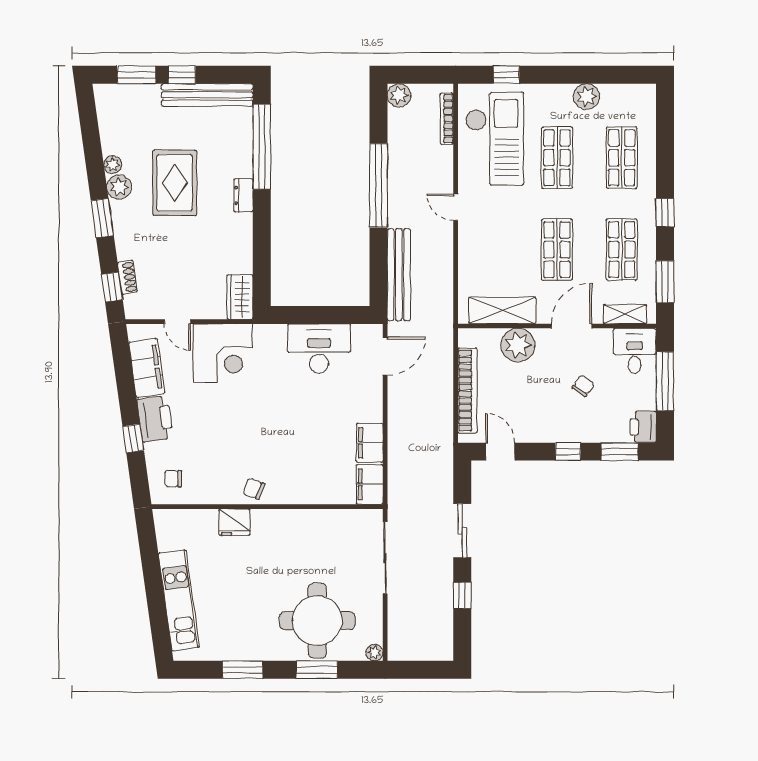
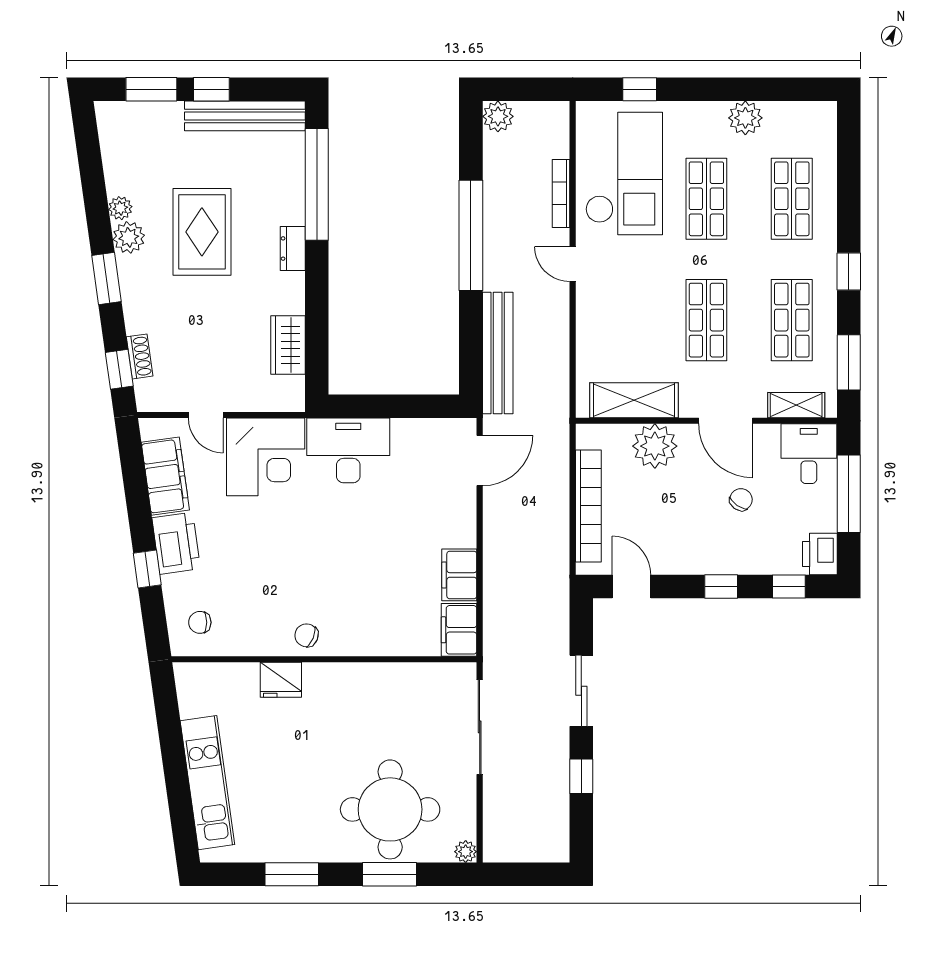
bookcase: (447, 119) -> (561, 193), moved
wardrobe: (240, 297) -> (288, 345), moved
door: (572, 326) -> (726, 421), swing flipped
desk: (319, 348) -> (348, 450), moved
window: (620, 452) -> (789, 587), width x0.67

